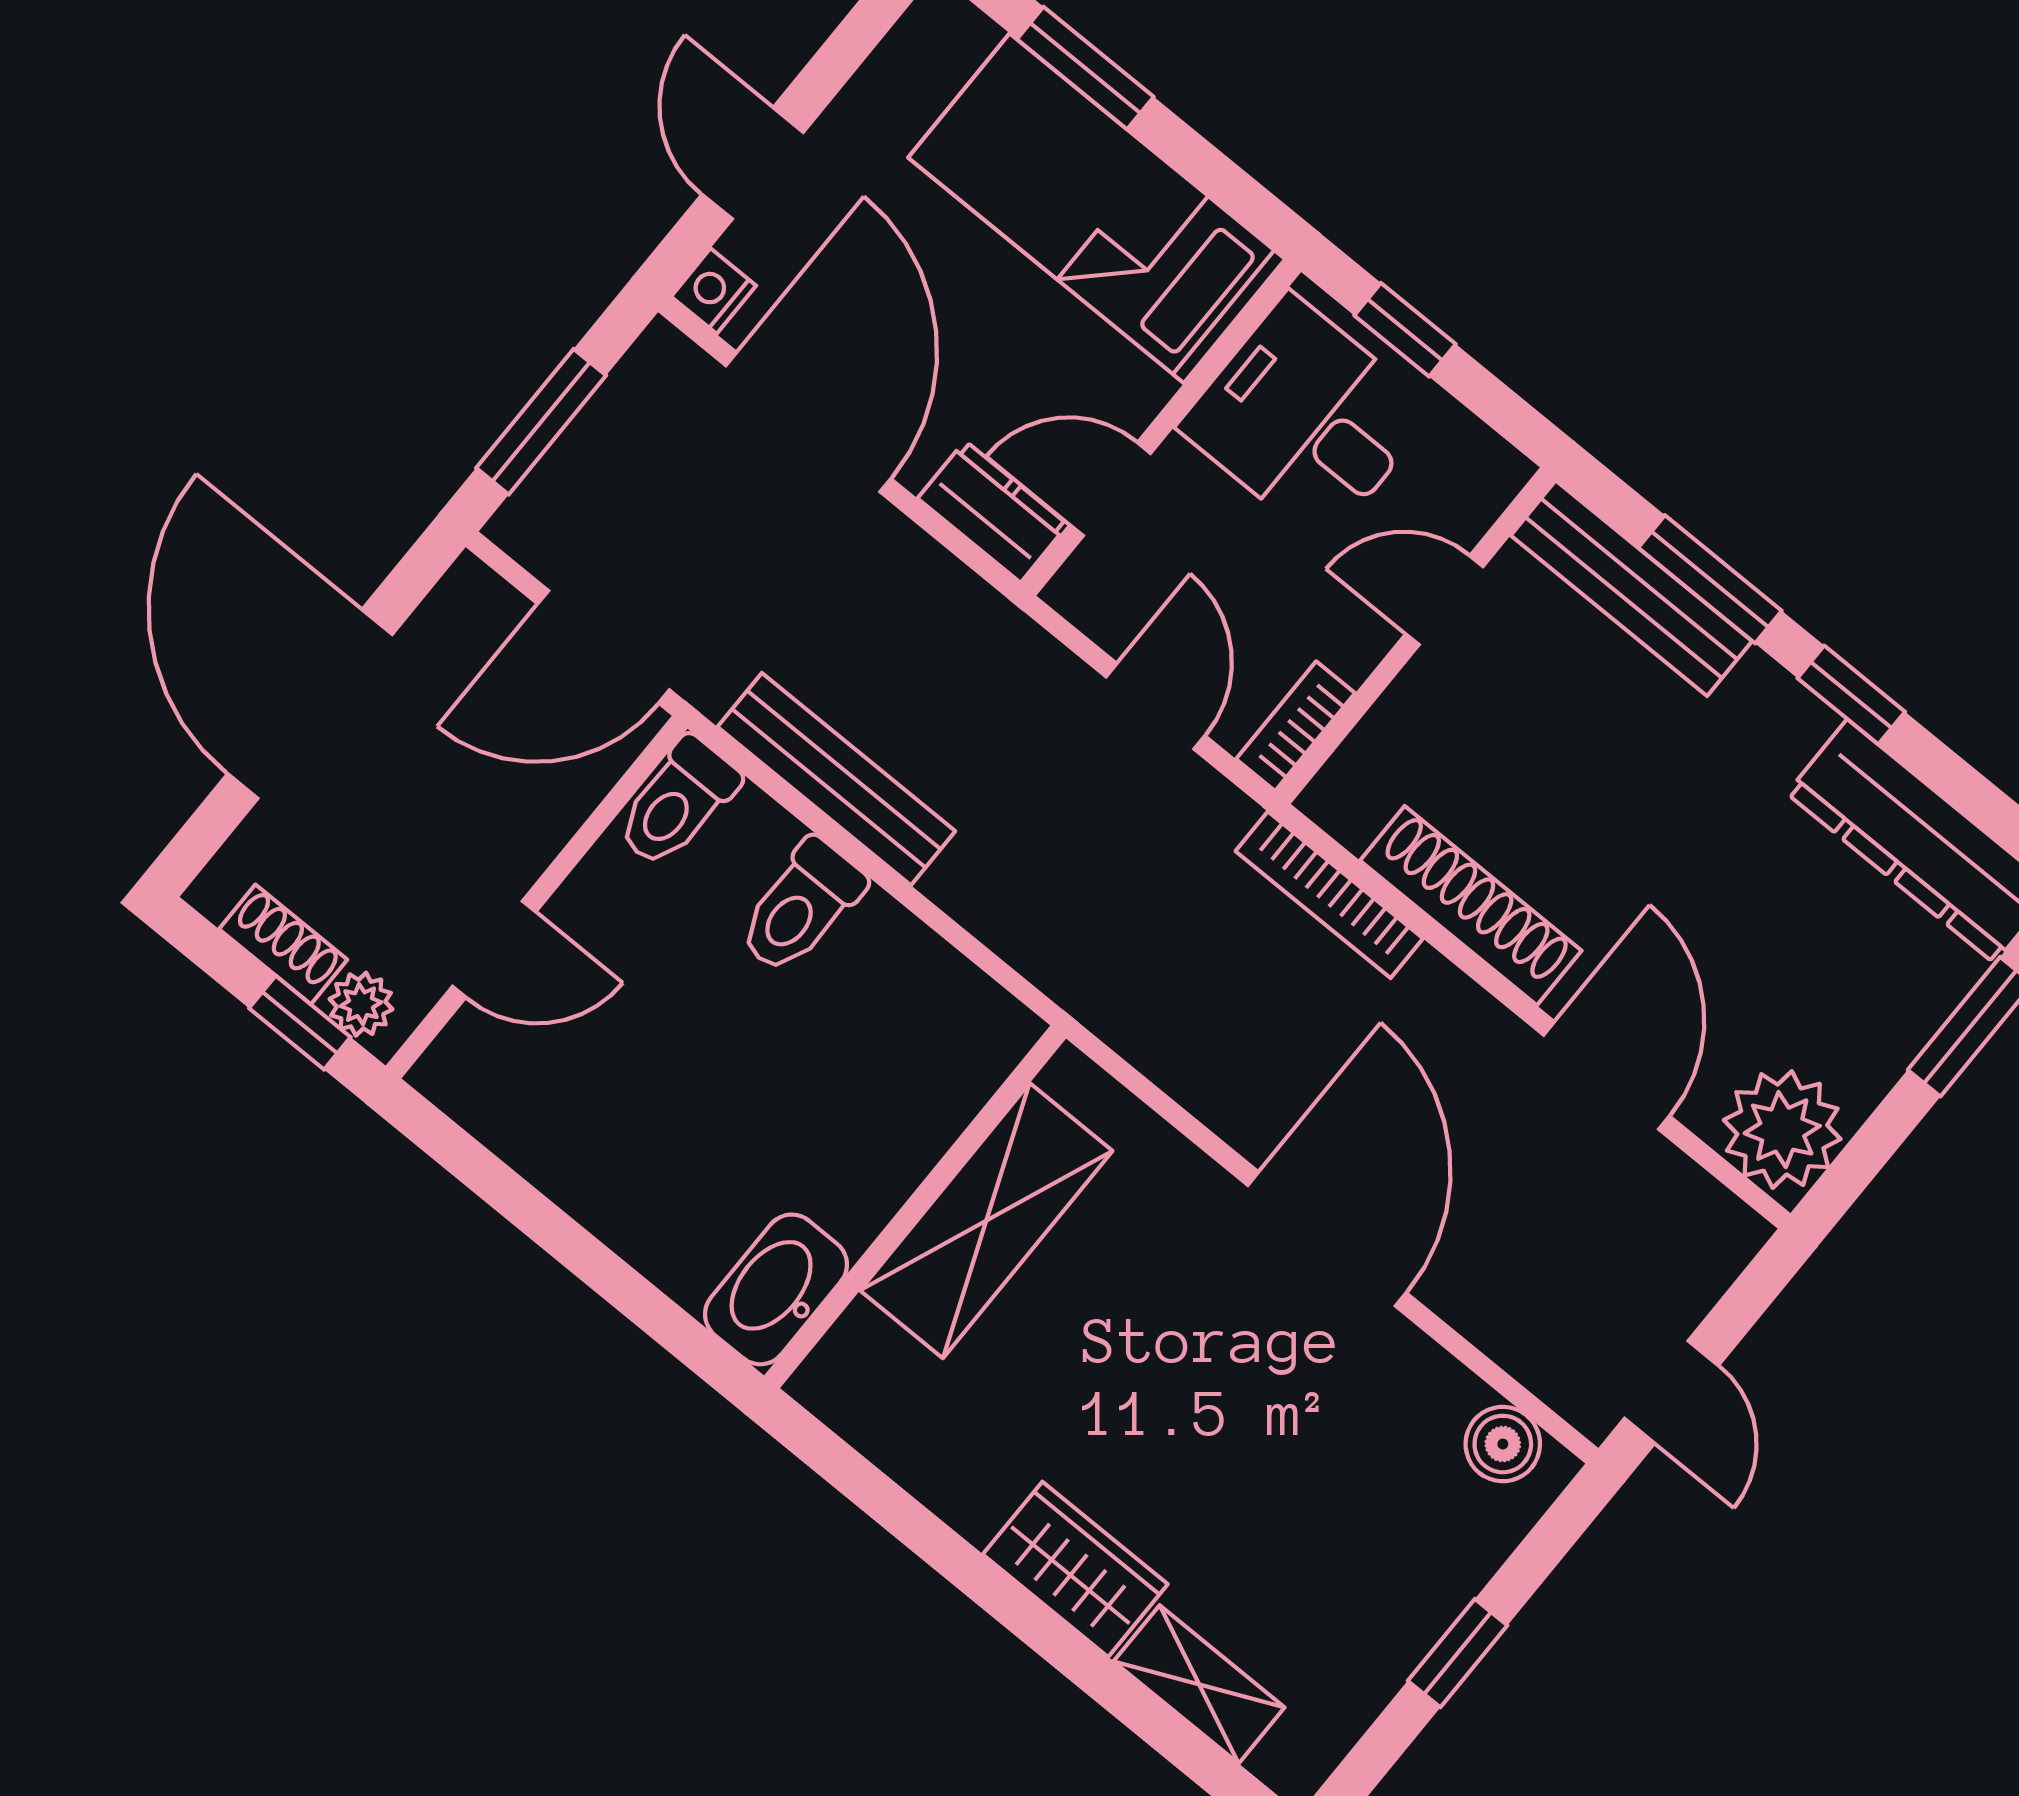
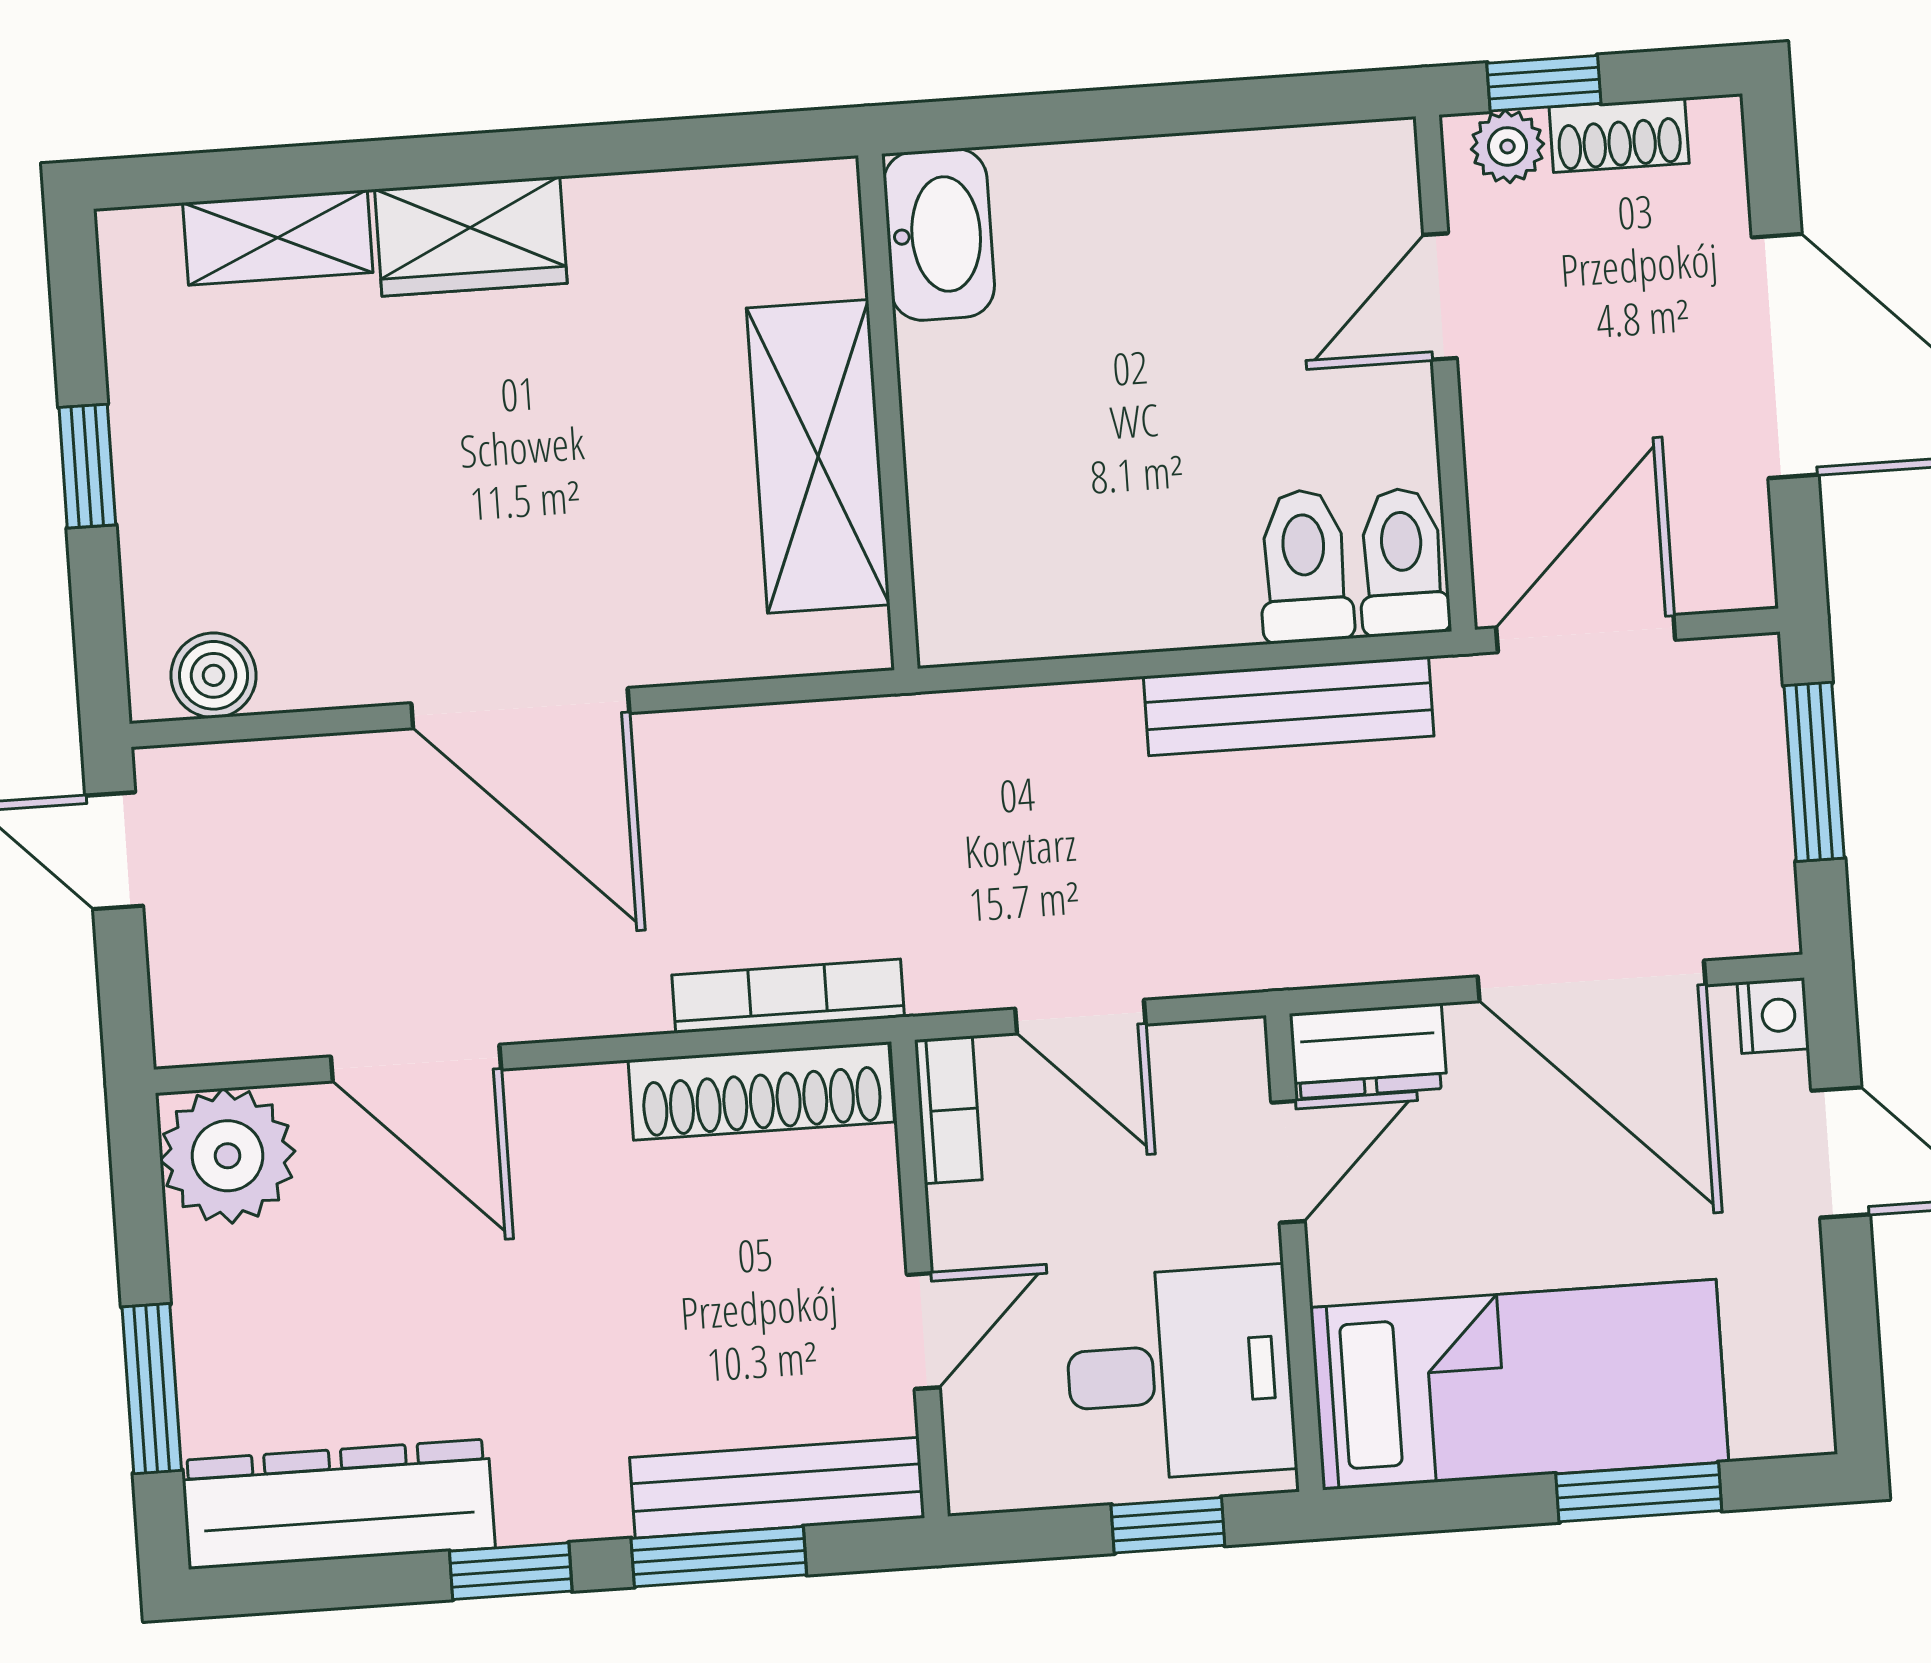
shoe rack: (1471, 906) -> (761, 1091), moved
toilet: (801, 907) -> (1305, 566), moved

